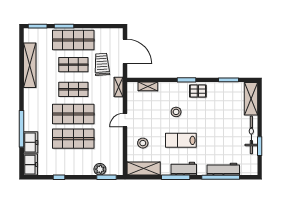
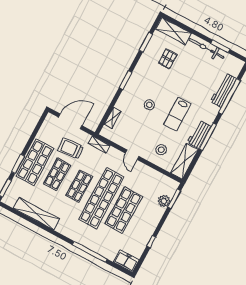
pallet: (198, 91) -> (168, 59), moved
shop shelf: (73, 114) -> (101, 198), width x1.40
freezer: (31, 142) -> (106, 250), removed
workbench: (184, 169) -> (199, 134), moved

